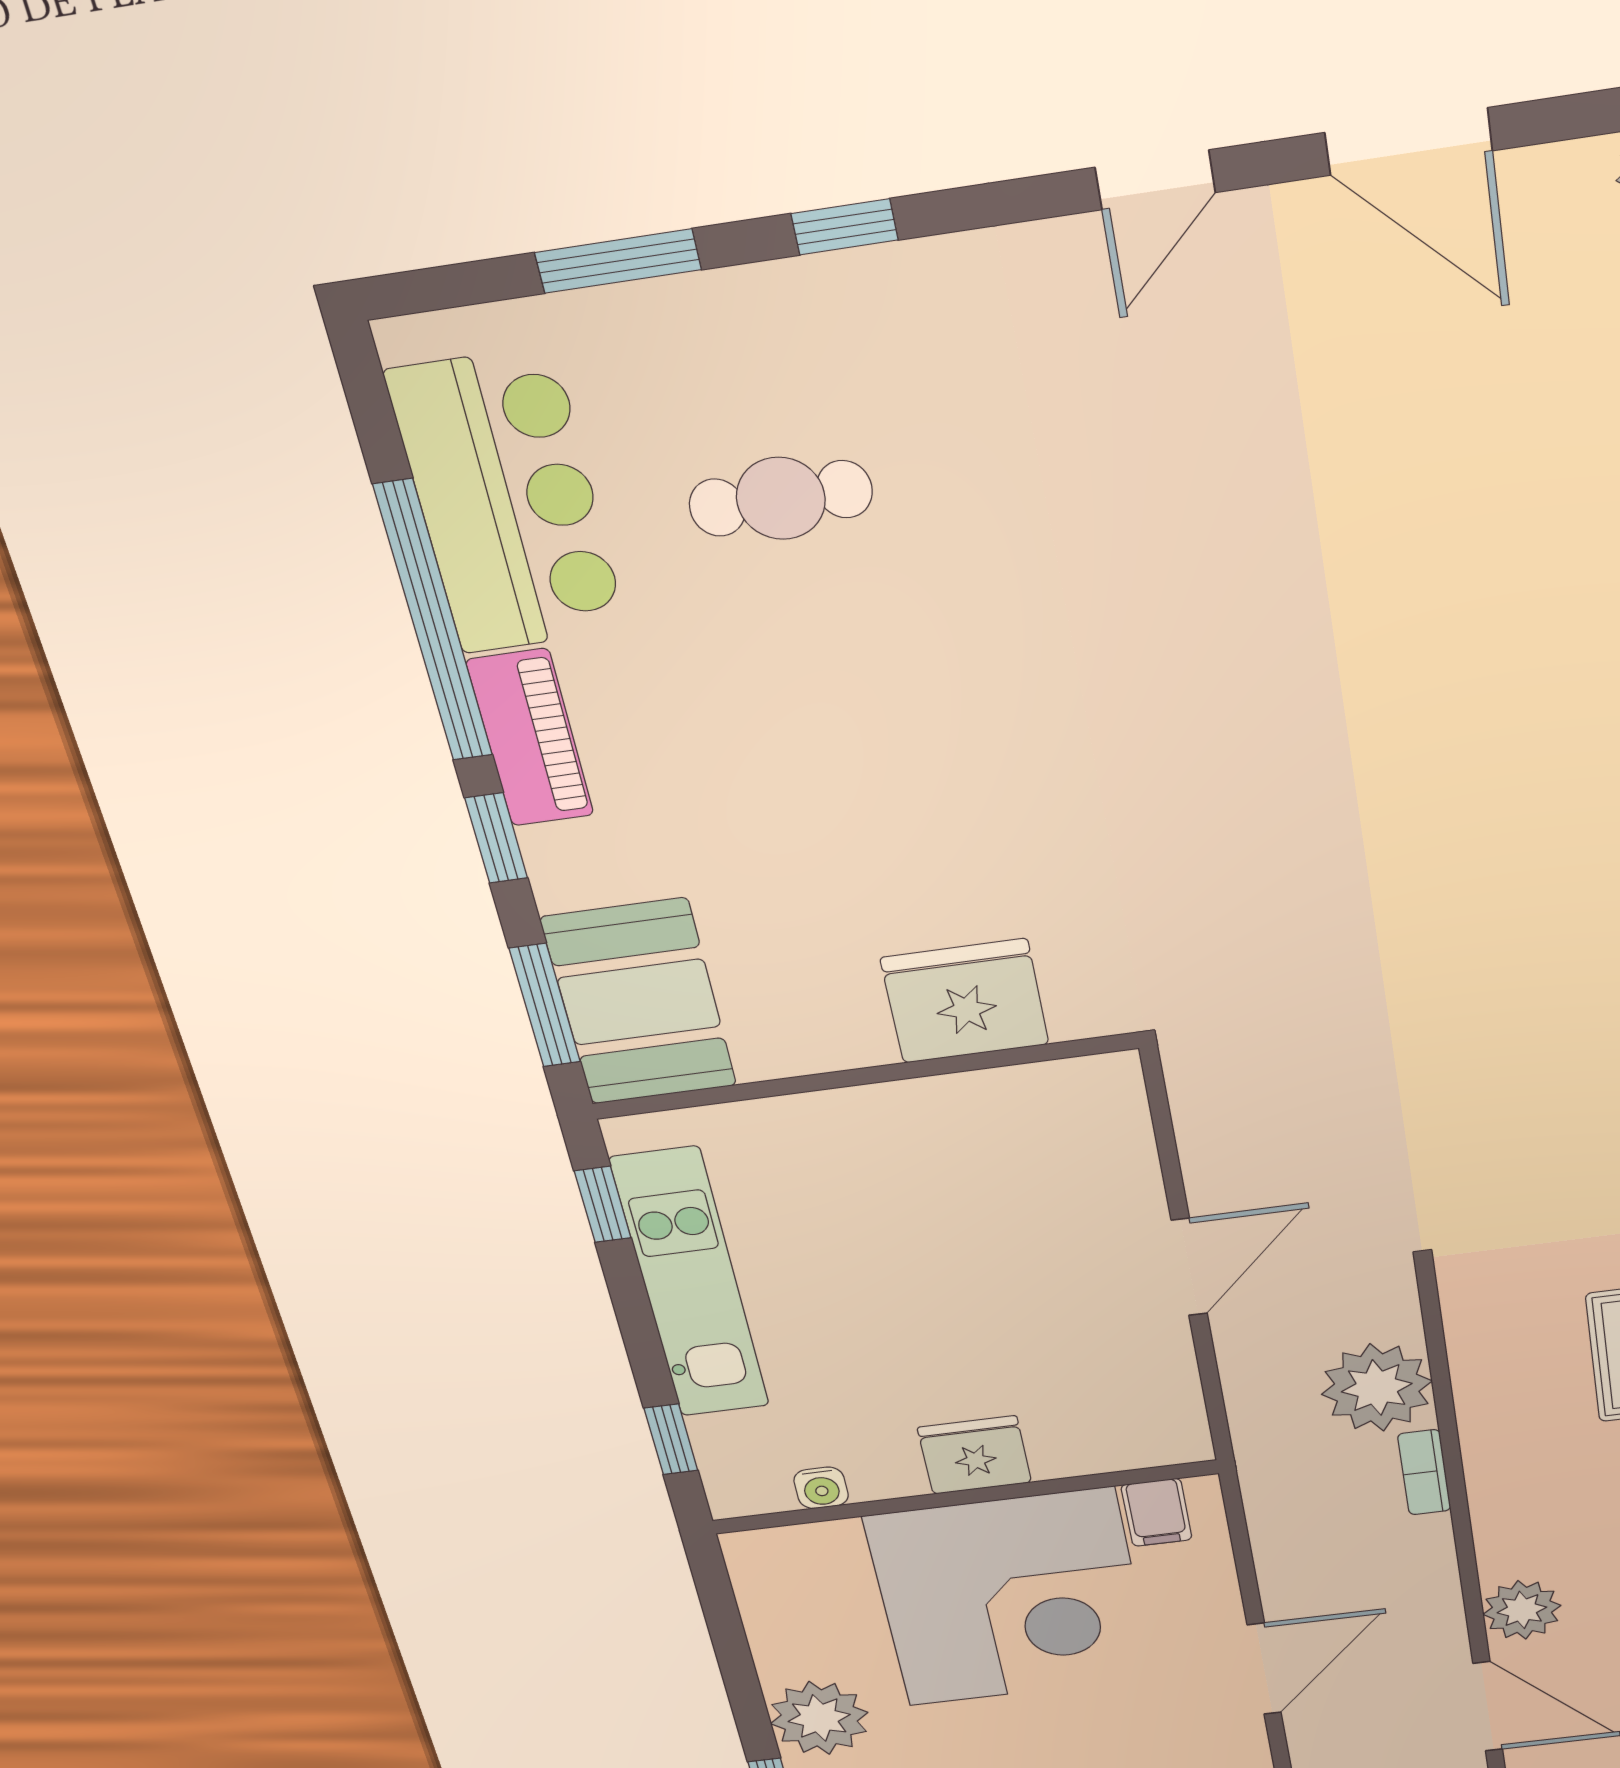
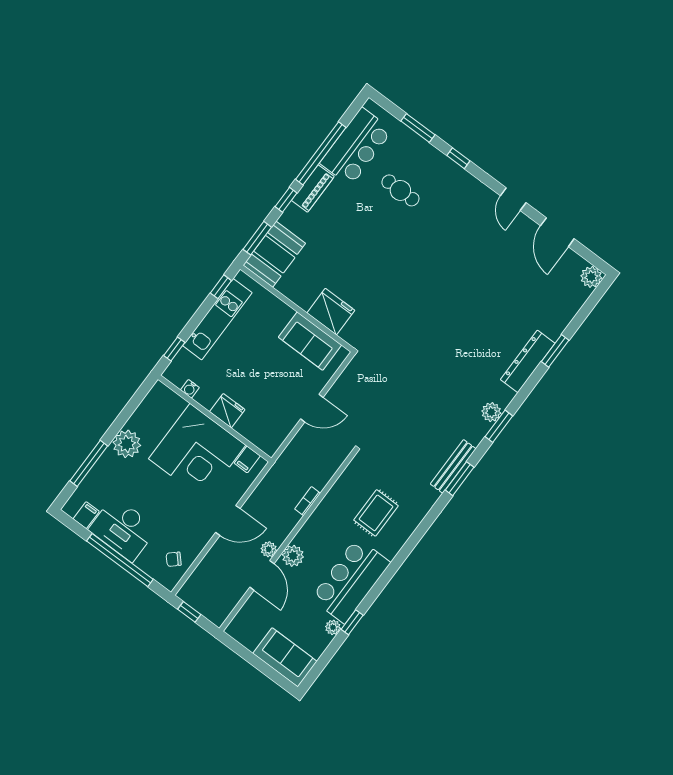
door: (1155, 180) -> (513, 199), hinge flipped
sofa: (995, 1121) -> (310, 341), added
plant: (1377, 1388) -> (269, 549), moved, width x0.53, depth x0.53

